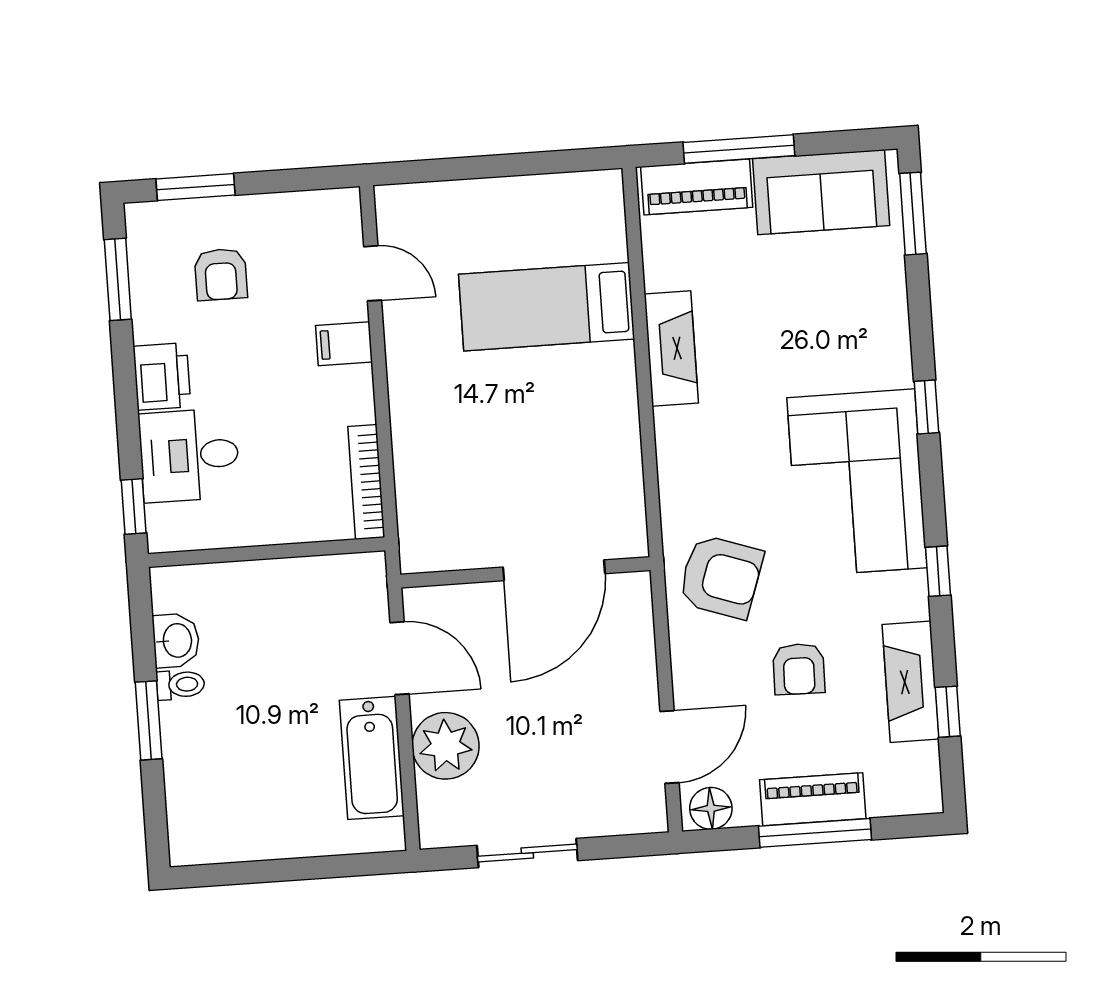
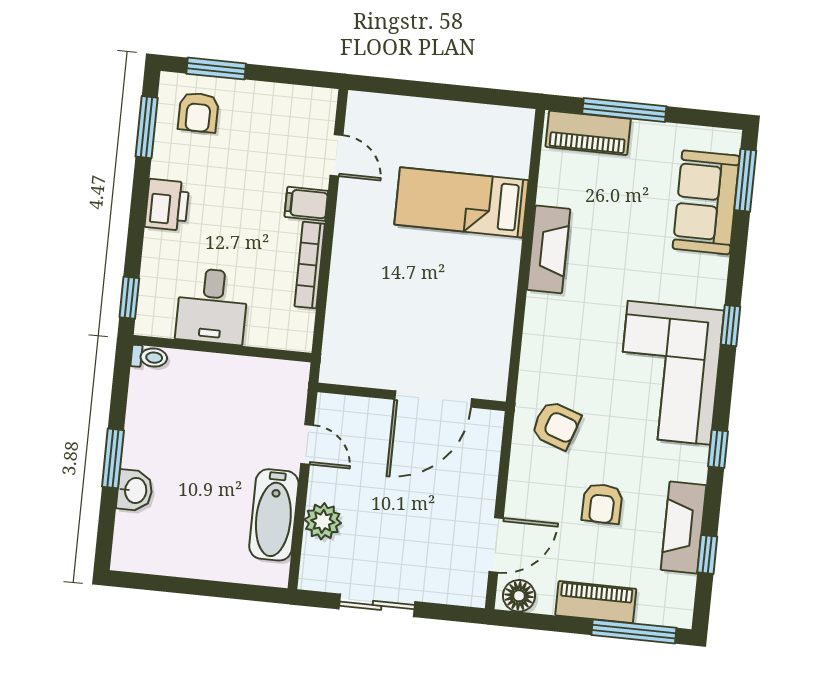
sofa: (821, 192) -> (706, 202), moved, turned 90
armchair: (221, 274) -> (198, 112), moved
desk: (189, 455) -> (212, 306), moved, turned -90
bookcase: (366, 482) -> (310, 265), moved
armchair: (721, 577) -> (556, 425), width x0.72, depth x0.72
washbasin: (176, 640) -> (135, 490), moved
door: (400, 658) -> (307, 444), width x0.73
toilet: (180, 685) -> (149, 357), moved
plant: (446, 746) -> (323, 521), width x0.73, depth x0.73
window: (815, 833) -> (634, 631), moved

